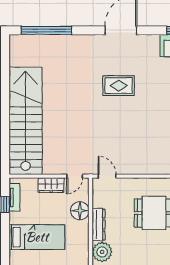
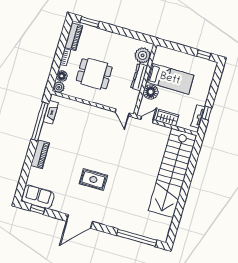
bed: (37, 237) -> (170, 79), moved, turned 180

